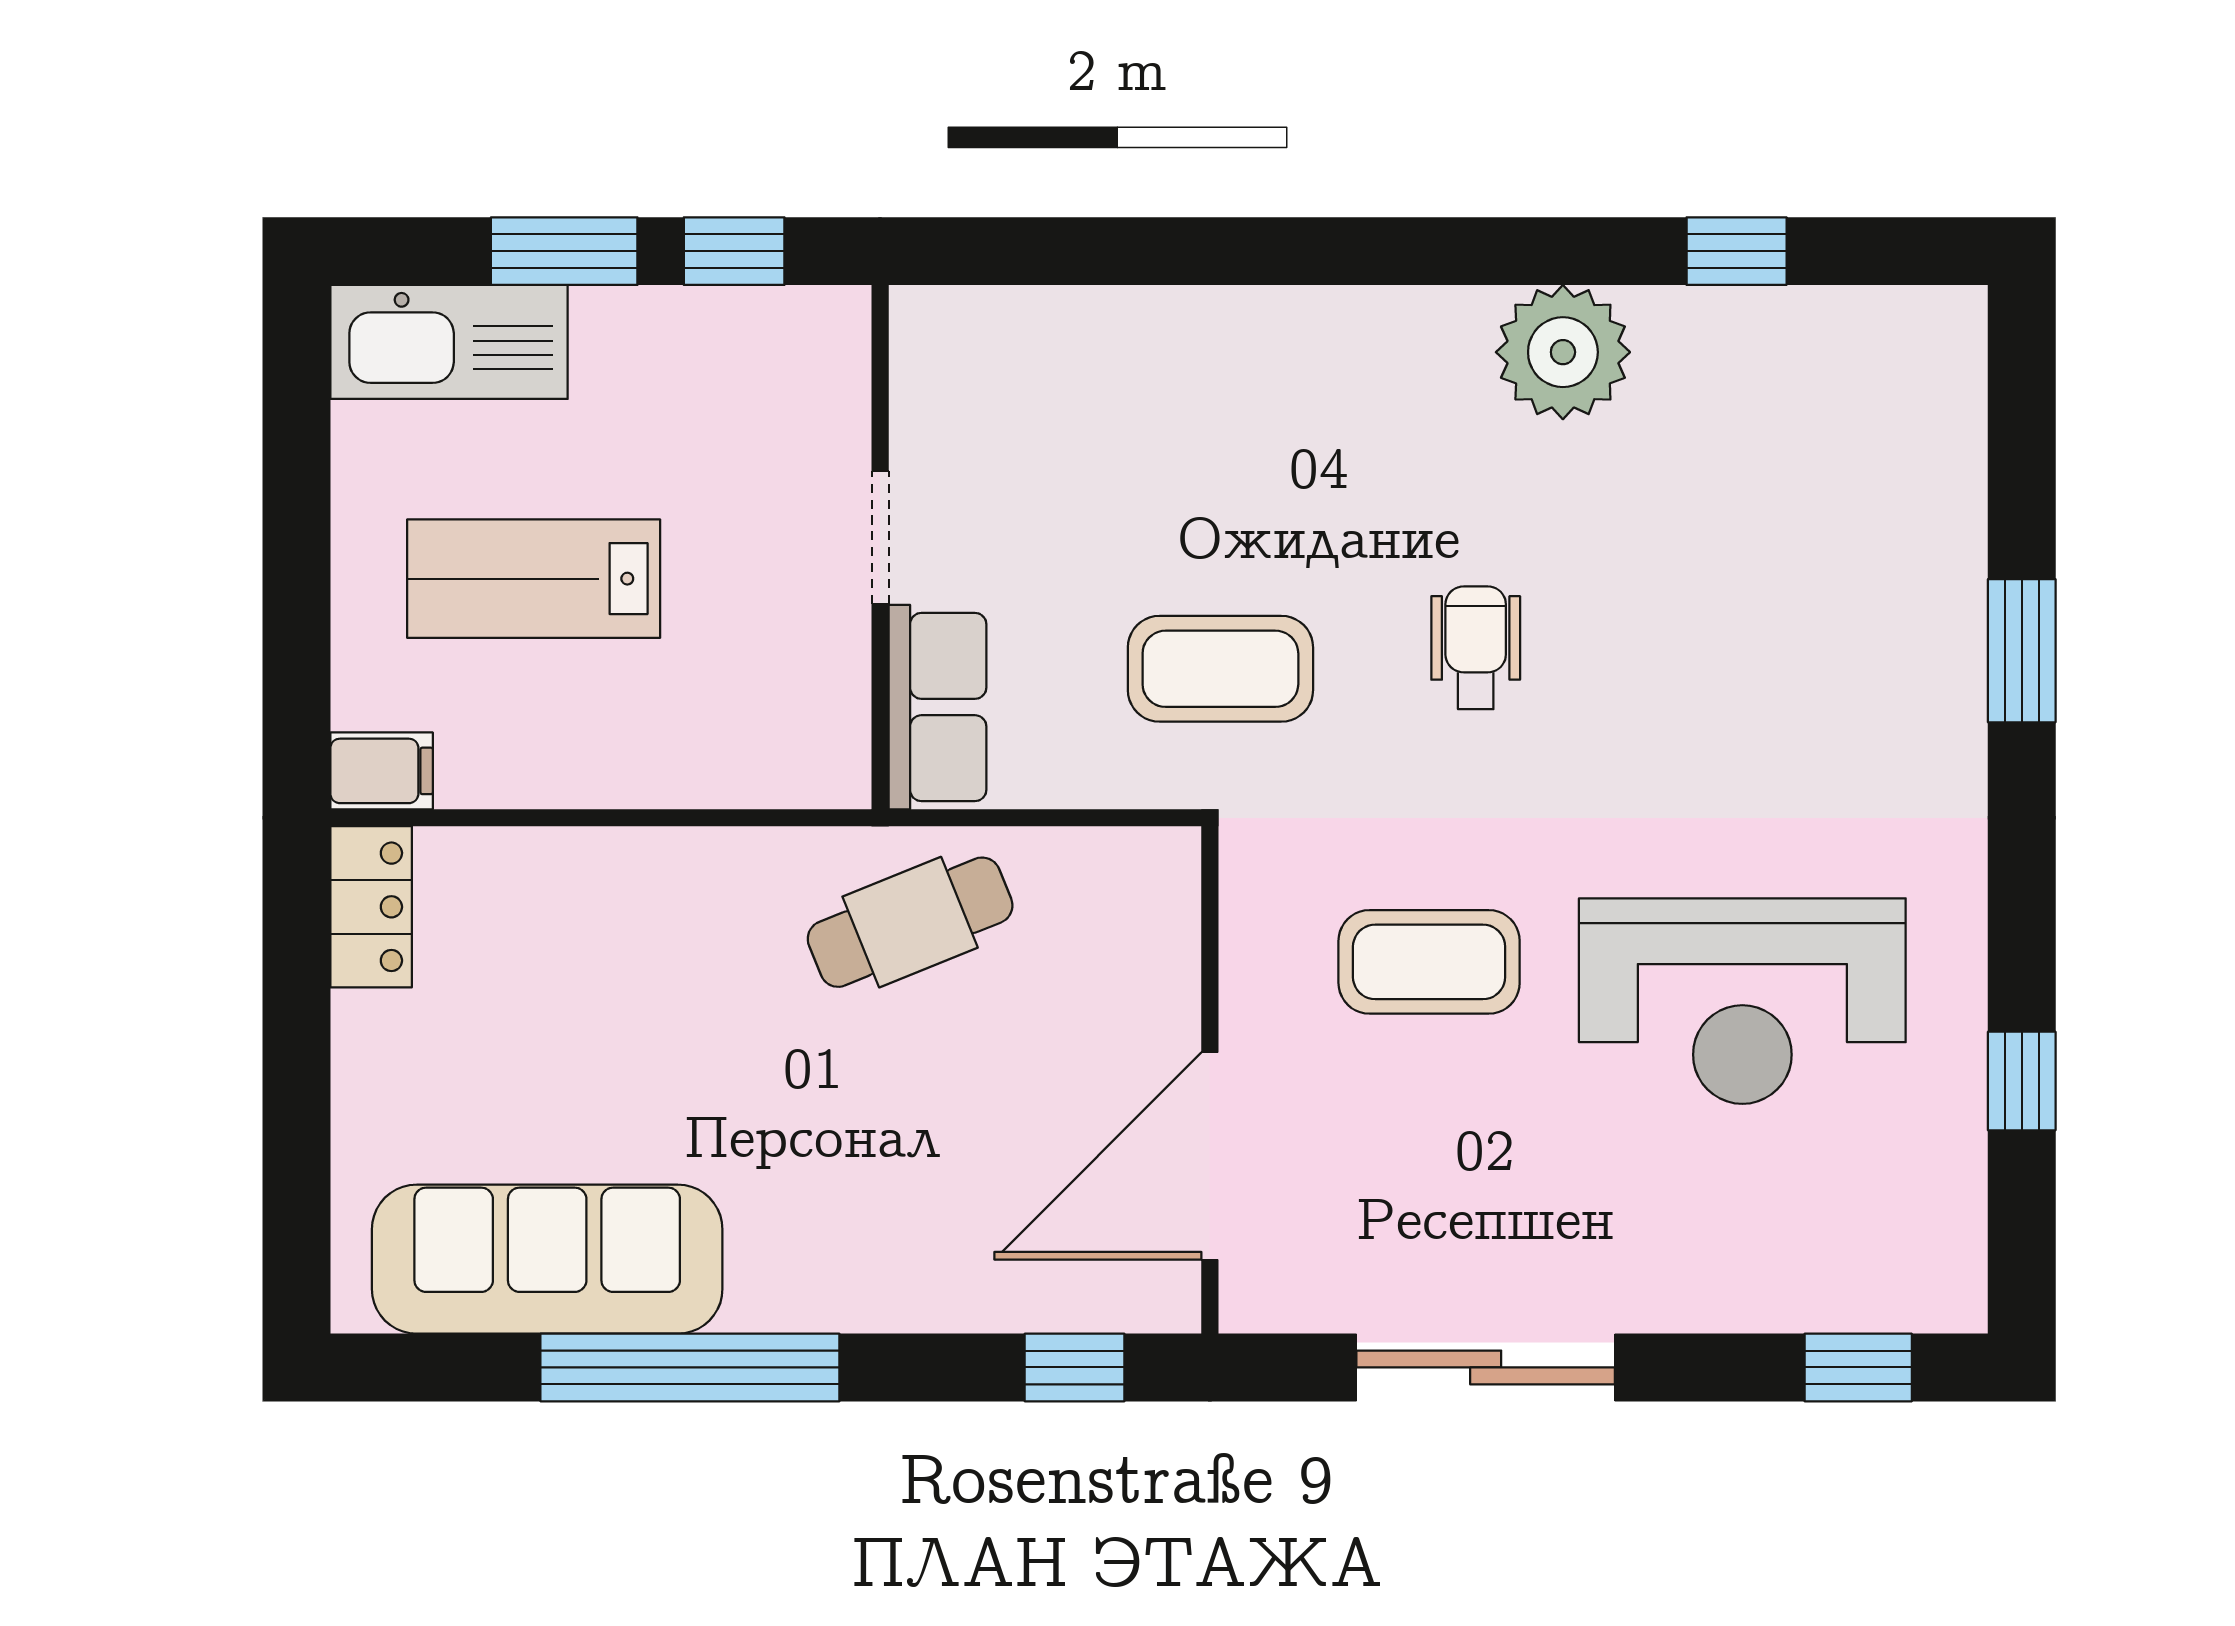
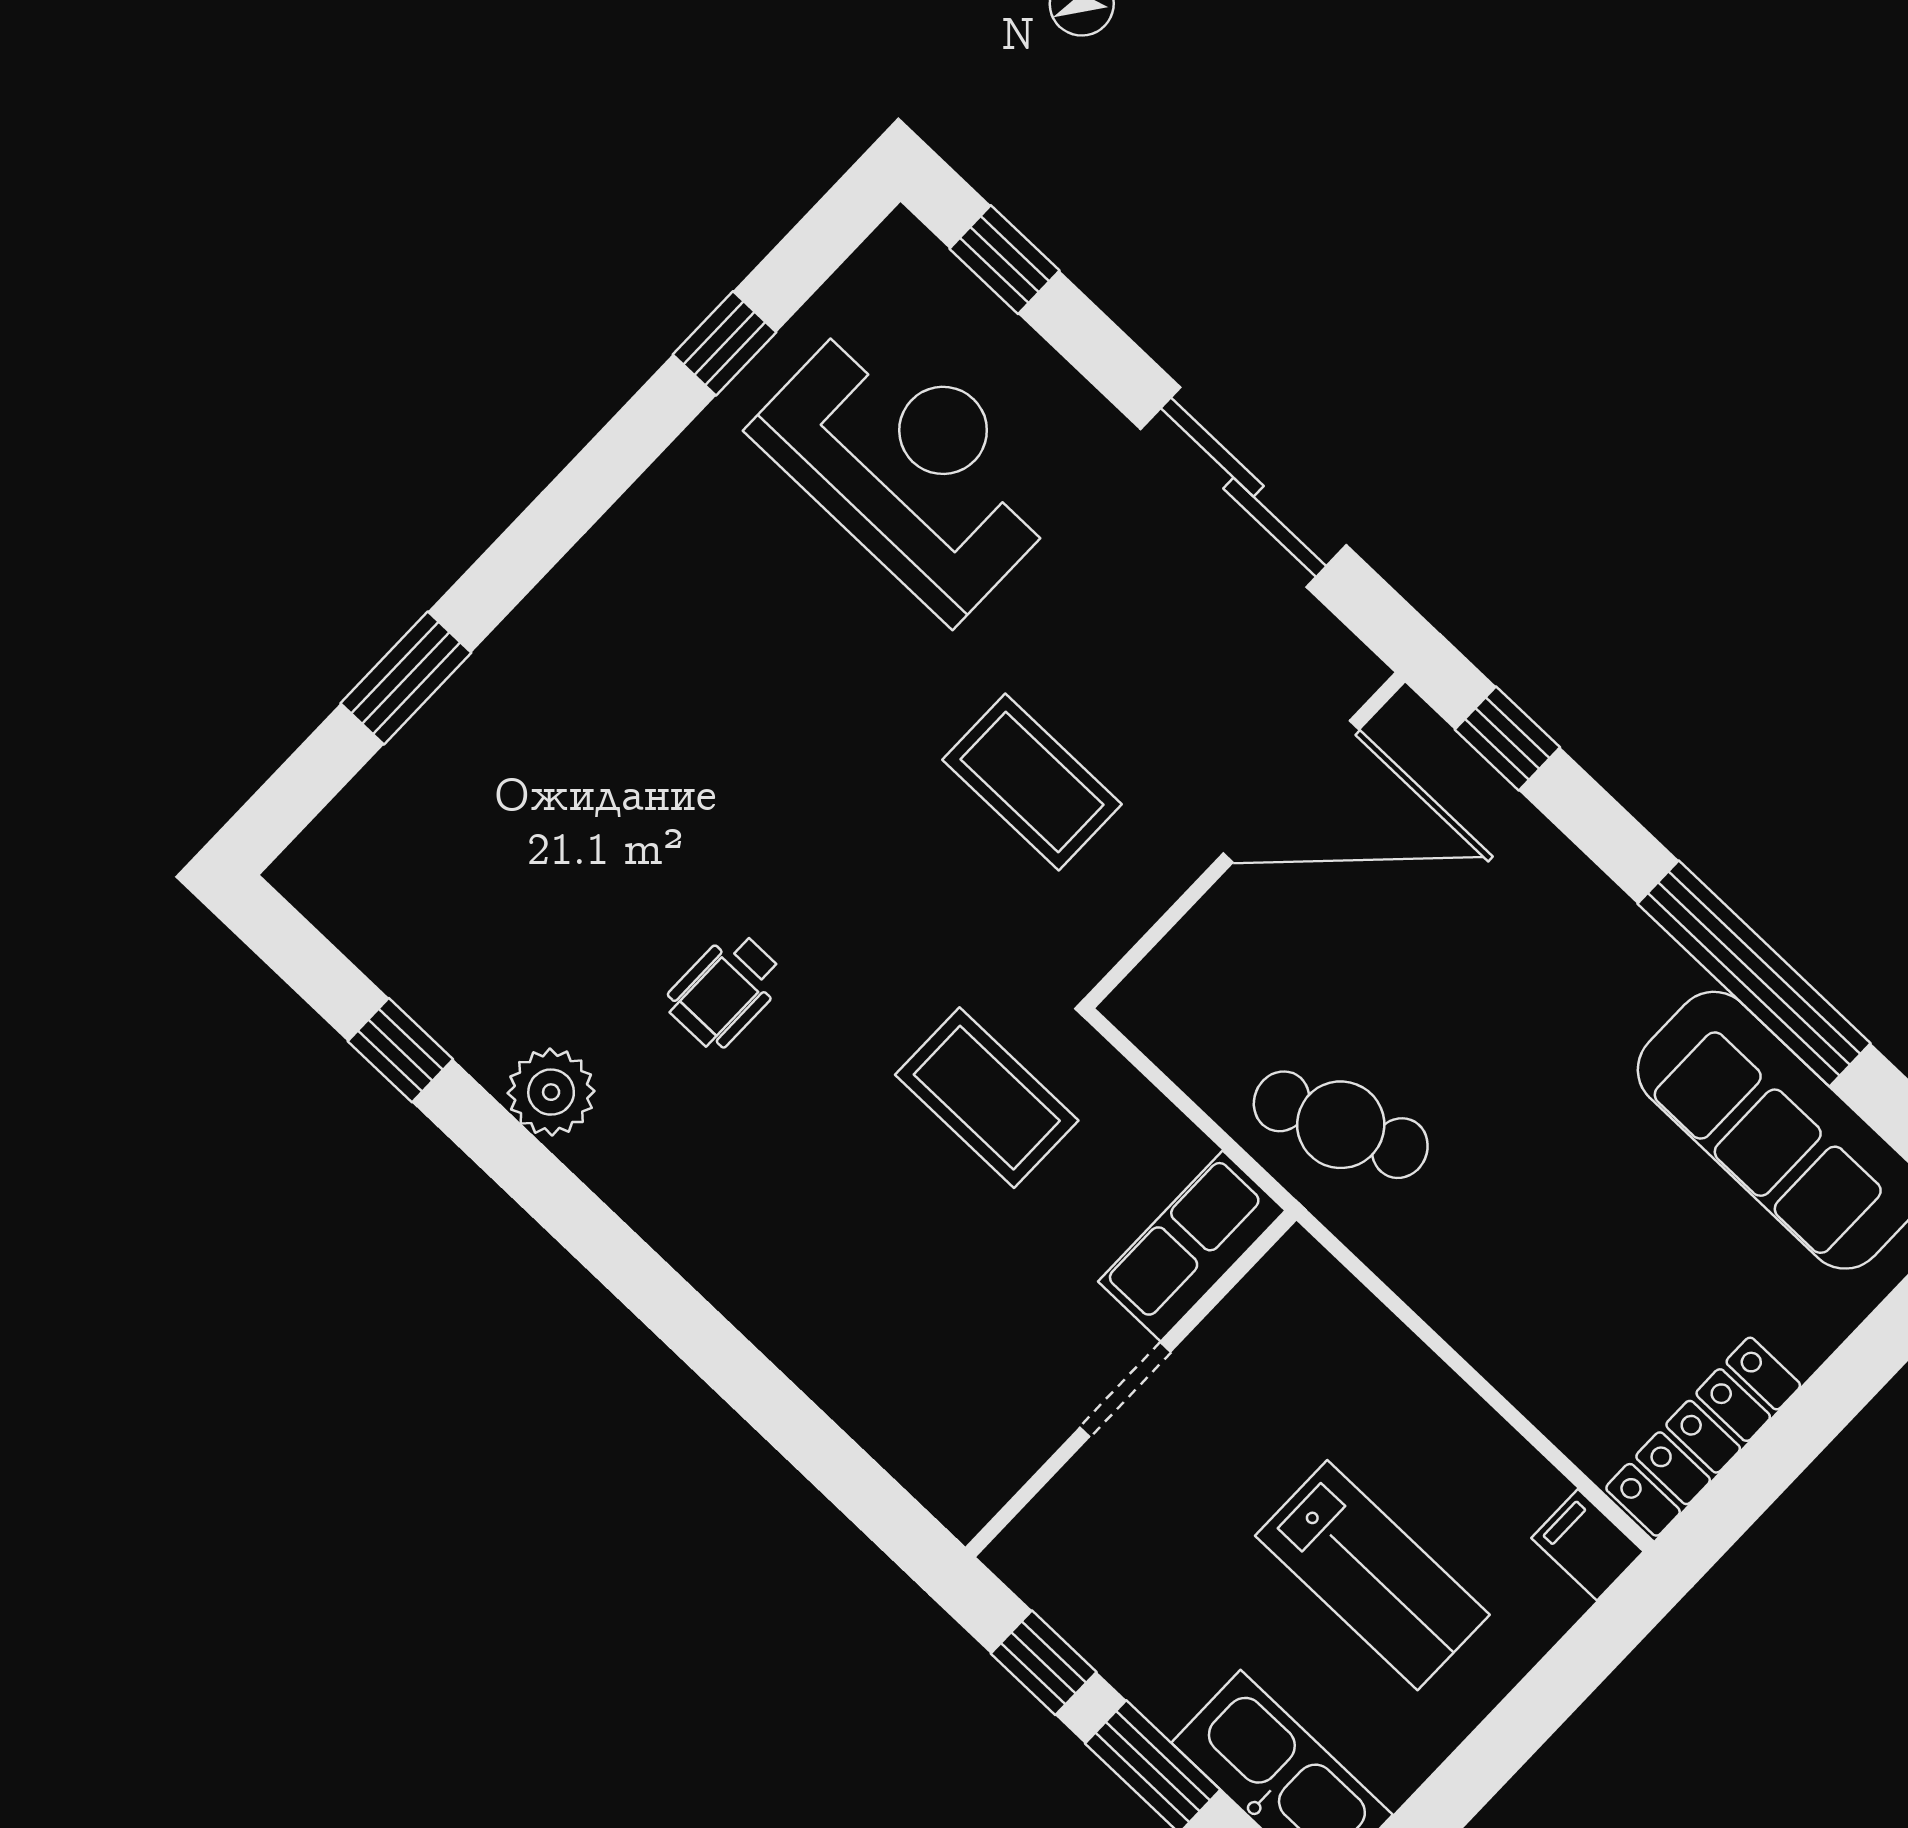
plant: (1563, 352) -> (551, 1092), width x0.73, depth x0.73
wheelchair: (1476, 648) -> (725, 990), moved
window: (2022, 651) -> (406, 678), moved
locker: (371, 907) -> (1703, 1437), width x1.53
reception desk: (1742, 1001) -> (910, 465), moved

